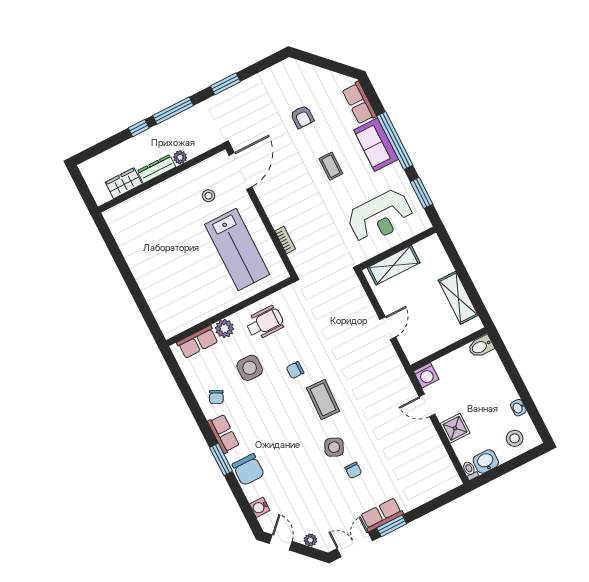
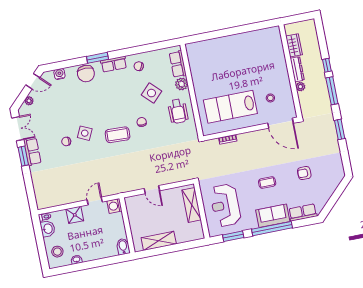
side table: (250, 368) -> (151, 93), turned 45
chair: (248, 470) -> (86, 74), turned -90

